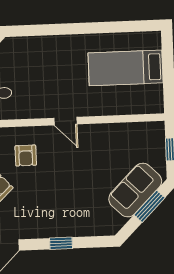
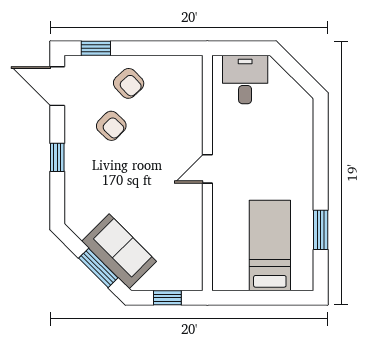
window: (111, 27) -> (321, 230), added
armchair: (26, 156) -> (111, 126), moved, turned -136

